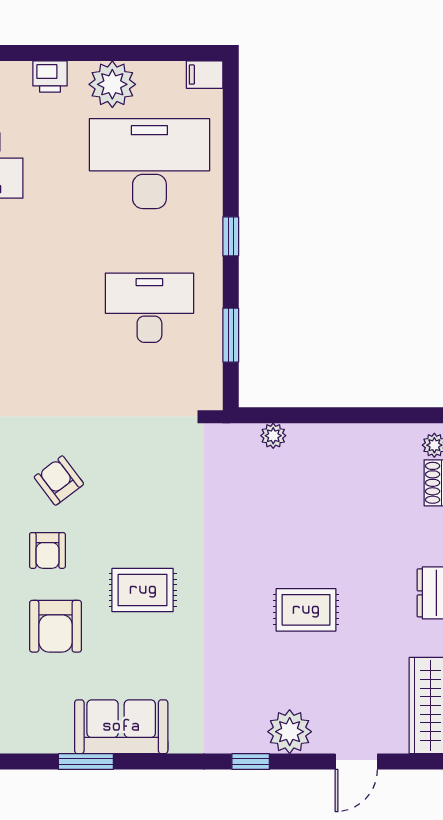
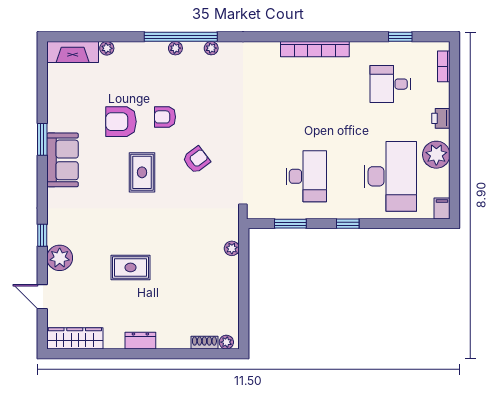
armchair: (59, 480) -> (196, 160), moved
rug: (306, 610) -> (130, 267), turned 90

